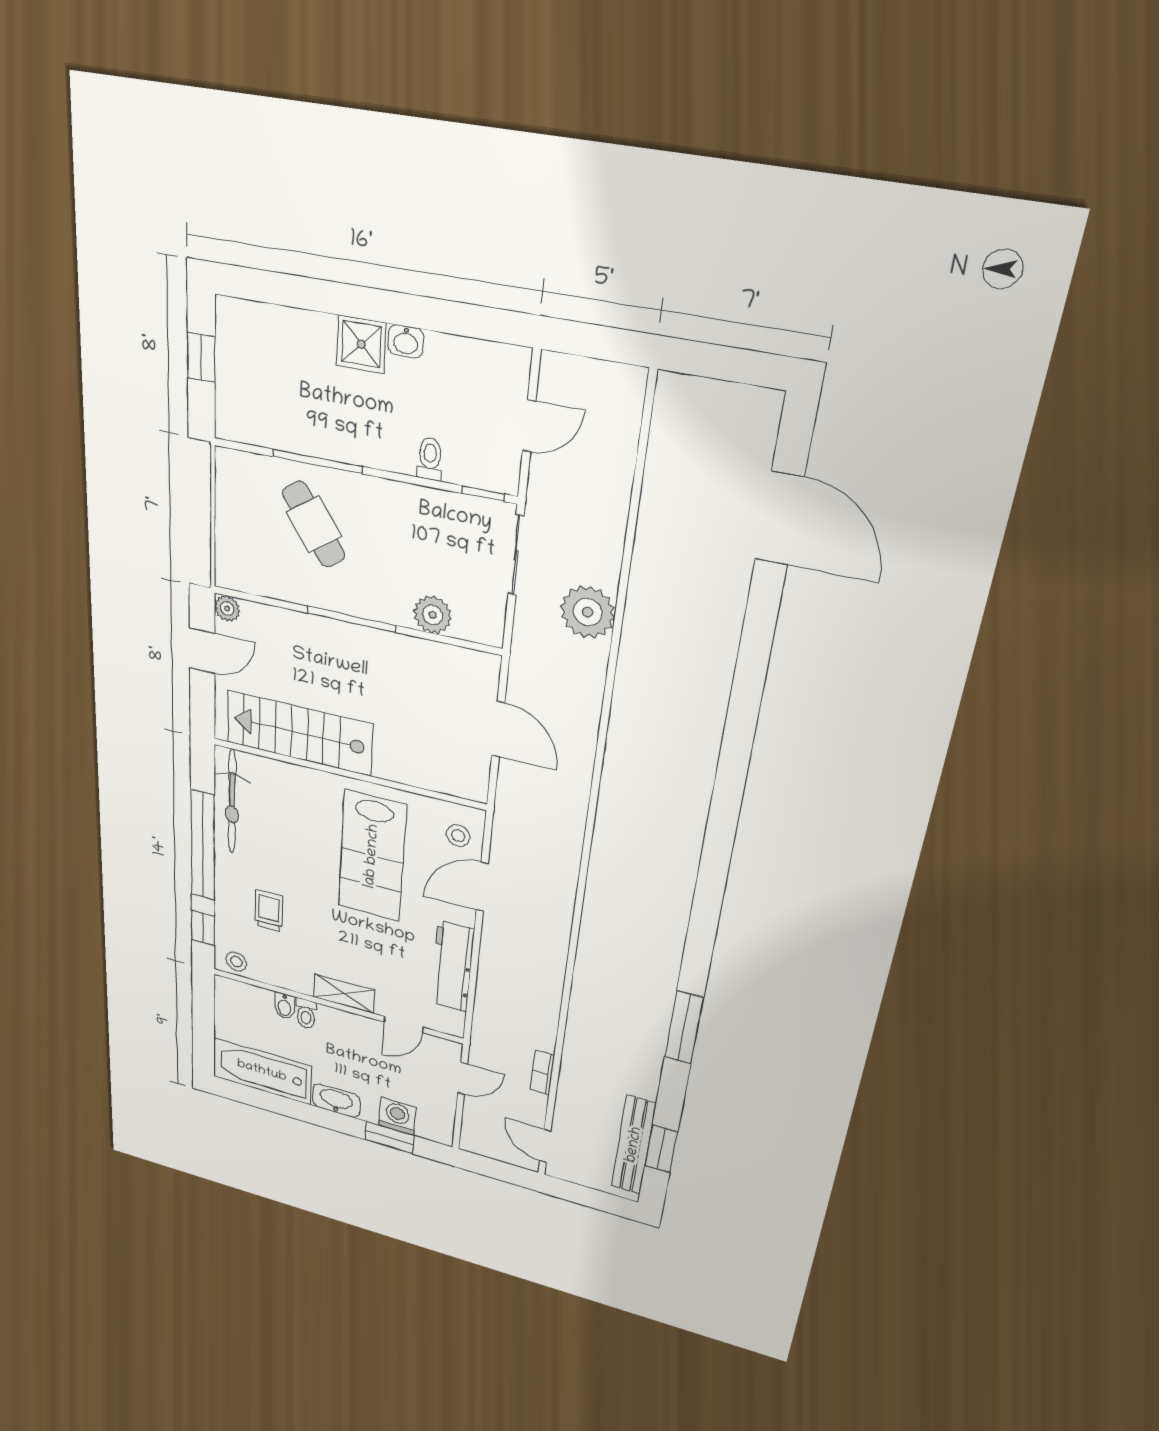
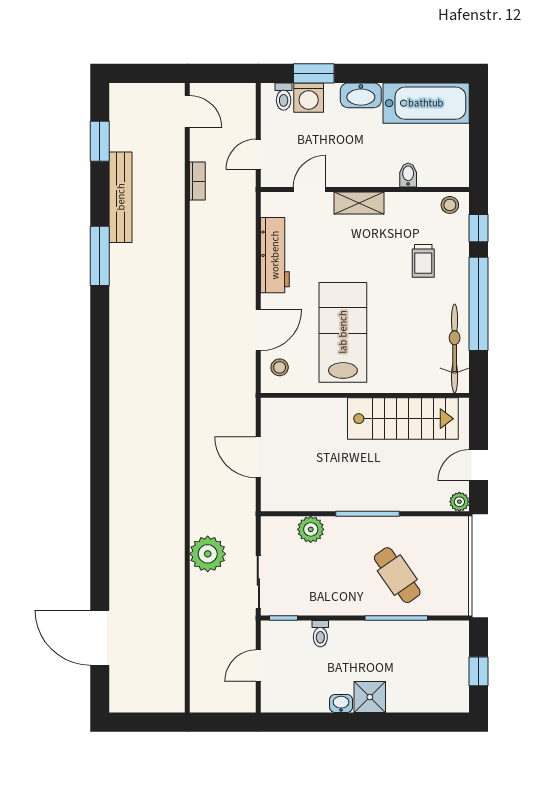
toilet: (306, 1014) -> (284, 97), moved, turned 180
bench: (634, 1145) -> (121, 197), moved

